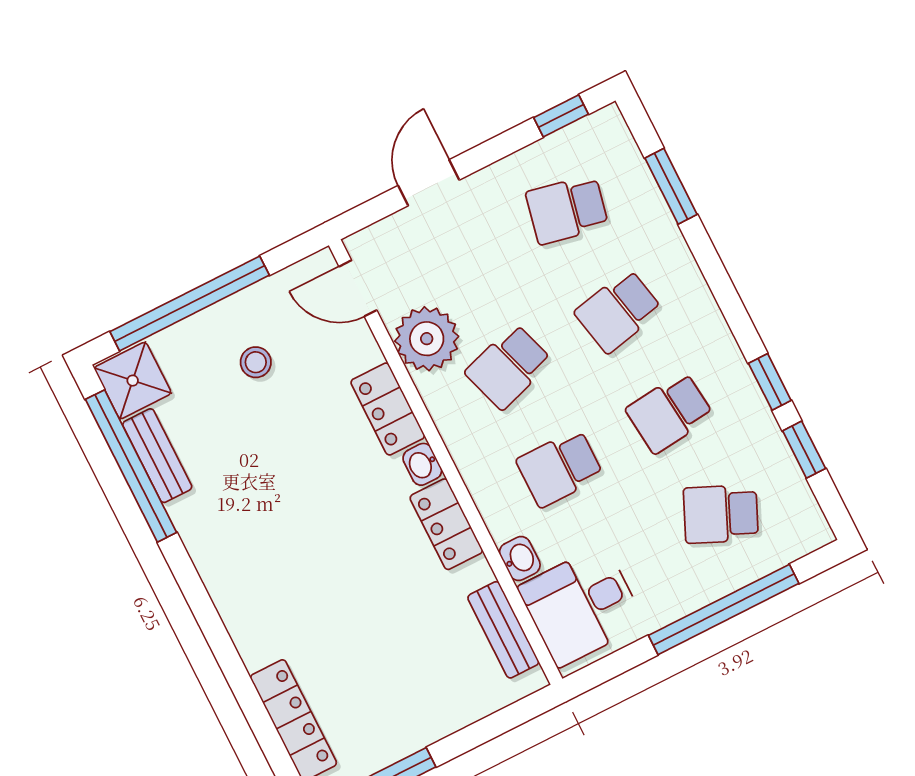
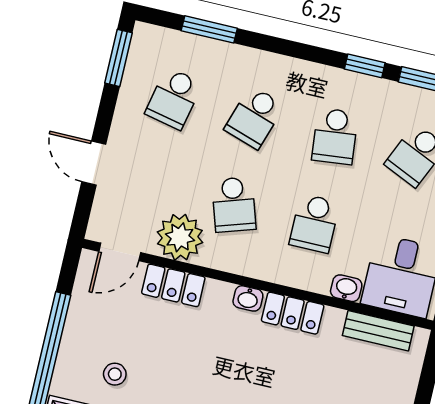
window: (561, 116) -> (118, 58), width x1.50
school desk: (618, 311) -> (254, 117), turned 30
stool: (256, 362) -> (115, 374), moved
locker: (388, 409) -> (173, 285), moved

